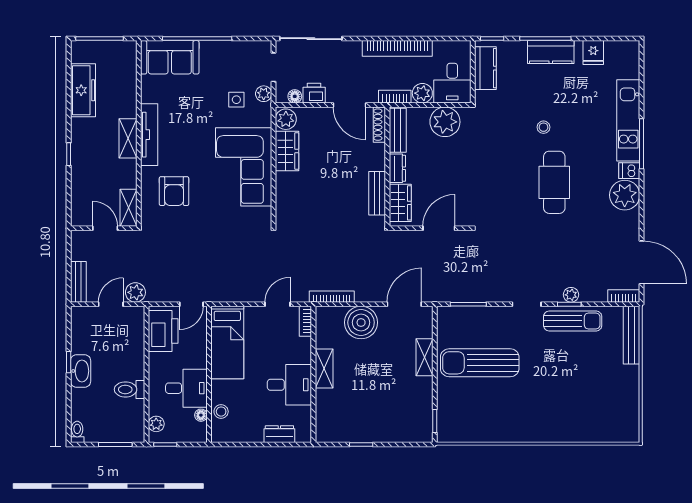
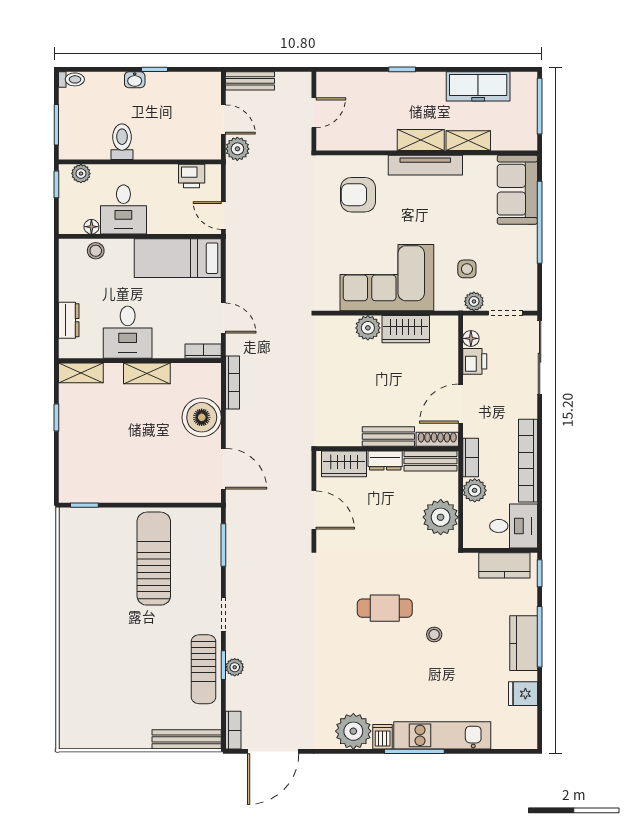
desk: (452, 83) -> (514, 526), moved, turned 180
plant: (286, 119) -> (368, 328), moved
cafe table: (554, 182) -> (385, 608), moved, width x0.73, depth x0.74
bench: (377, 193) -> (388, 436), moved
shelving: (129, 208) -> (468, 141), moved
printer: (163, 331) -> (192, 176), width x0.53, depth x0.68
shelving: (424, 357) -> (81, 373), moved
washbasin: (81, 371) -> (135, 80), width x0.52, depth x0.69

